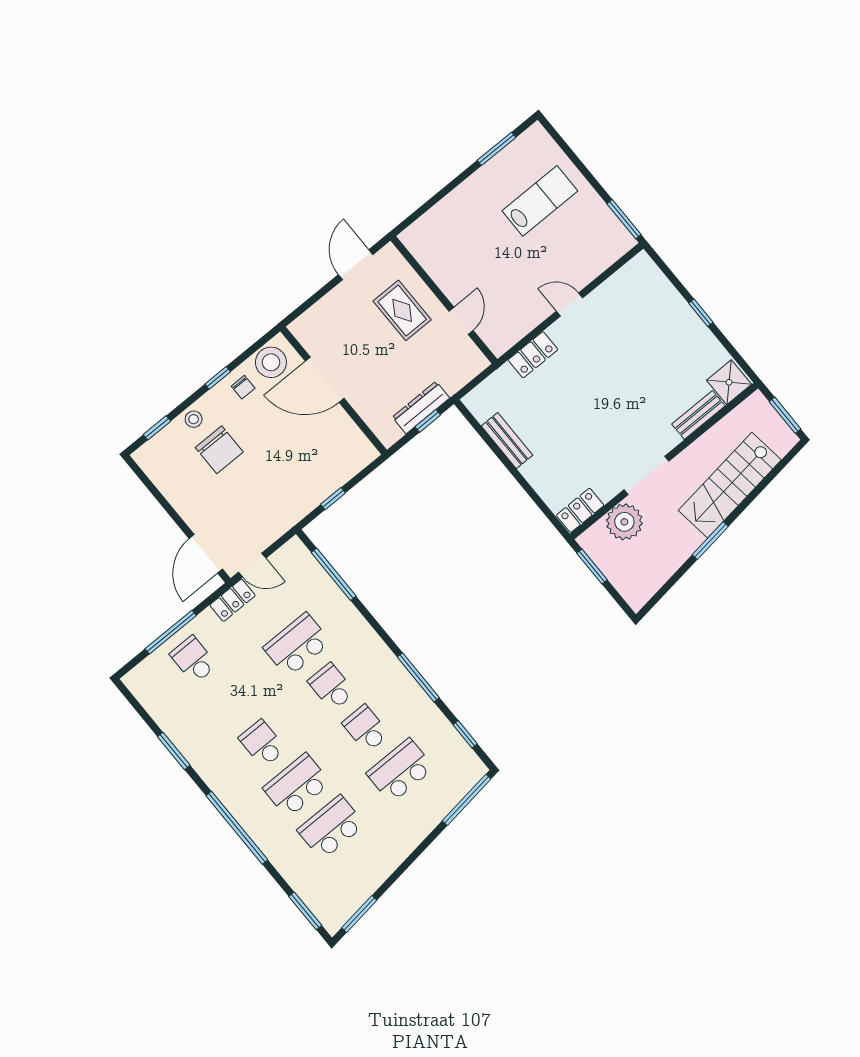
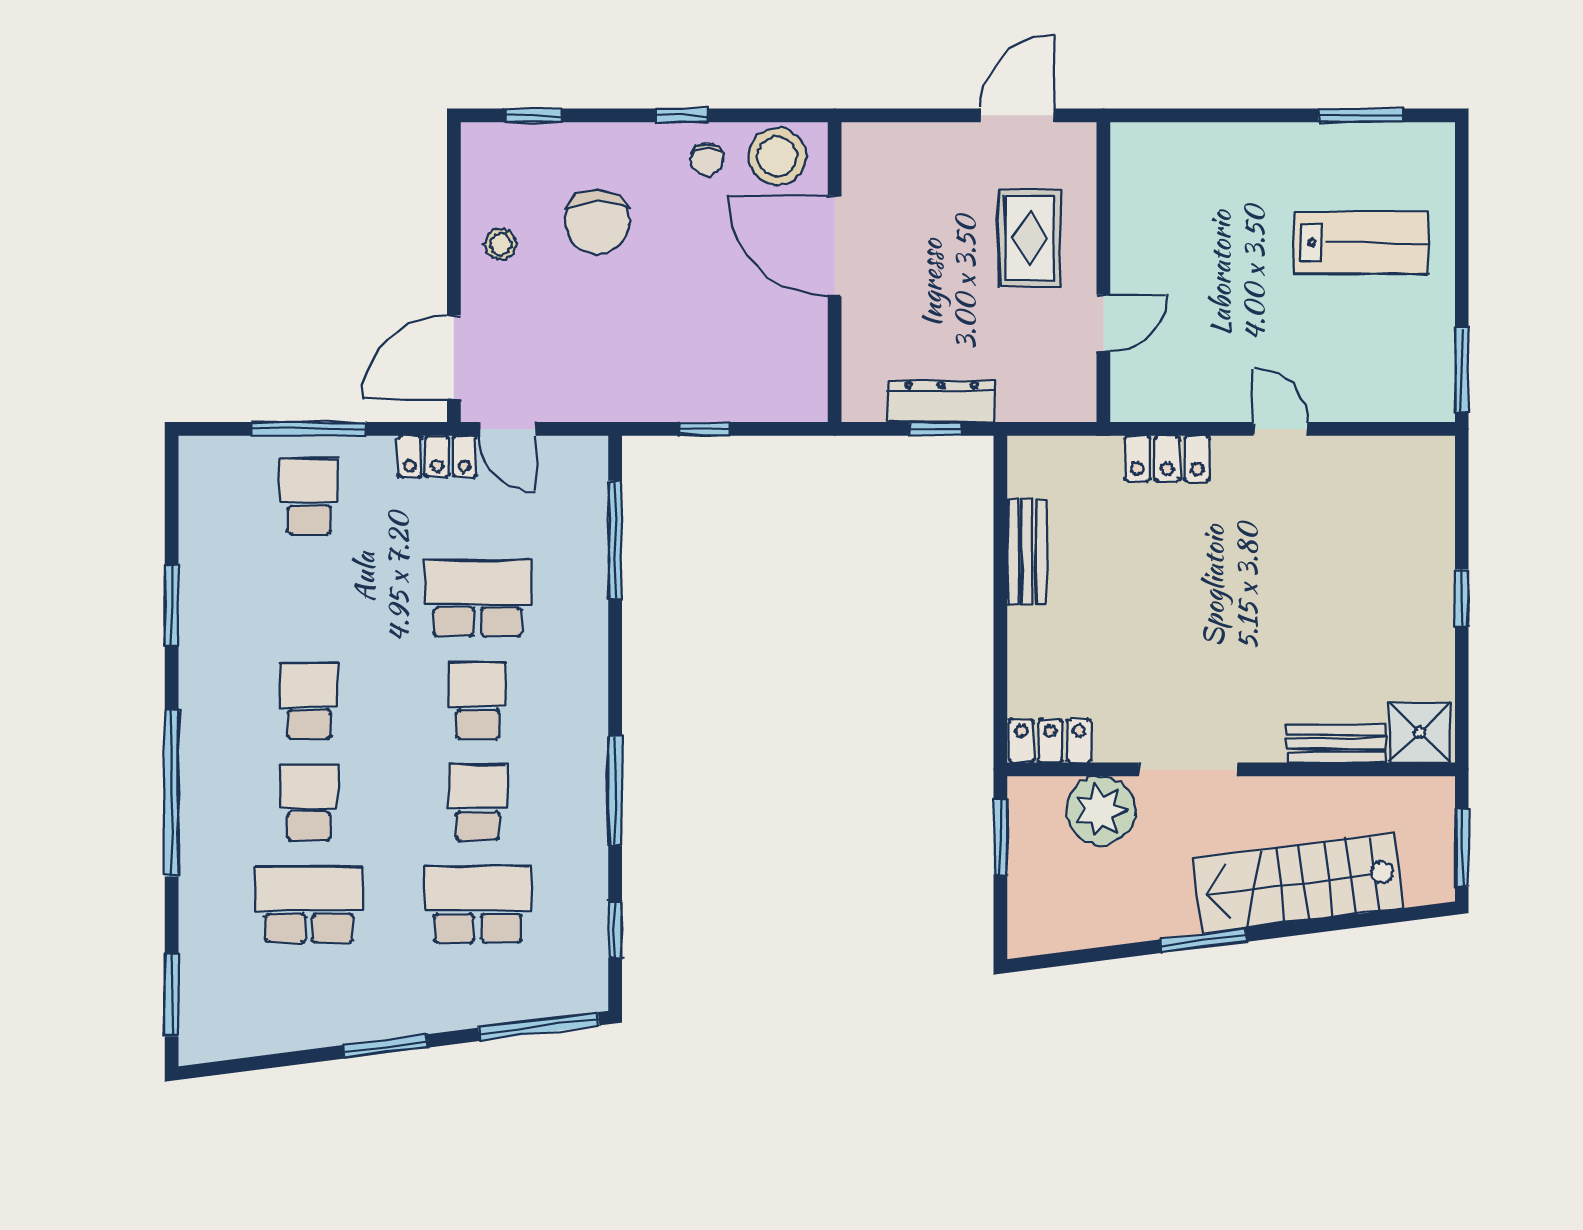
stool: (194, 419) -> (501, 244), moved
school desk: (297, 785) -> (309, 803), width x0.54
window: (359, 914) -> (386, 1046), moved

